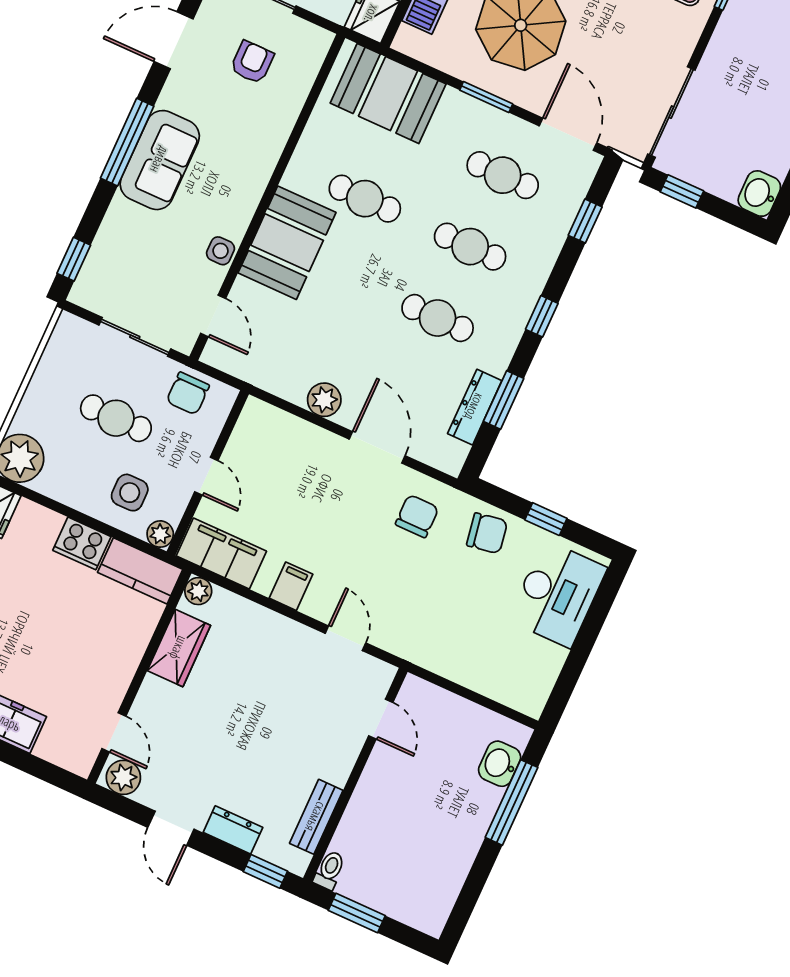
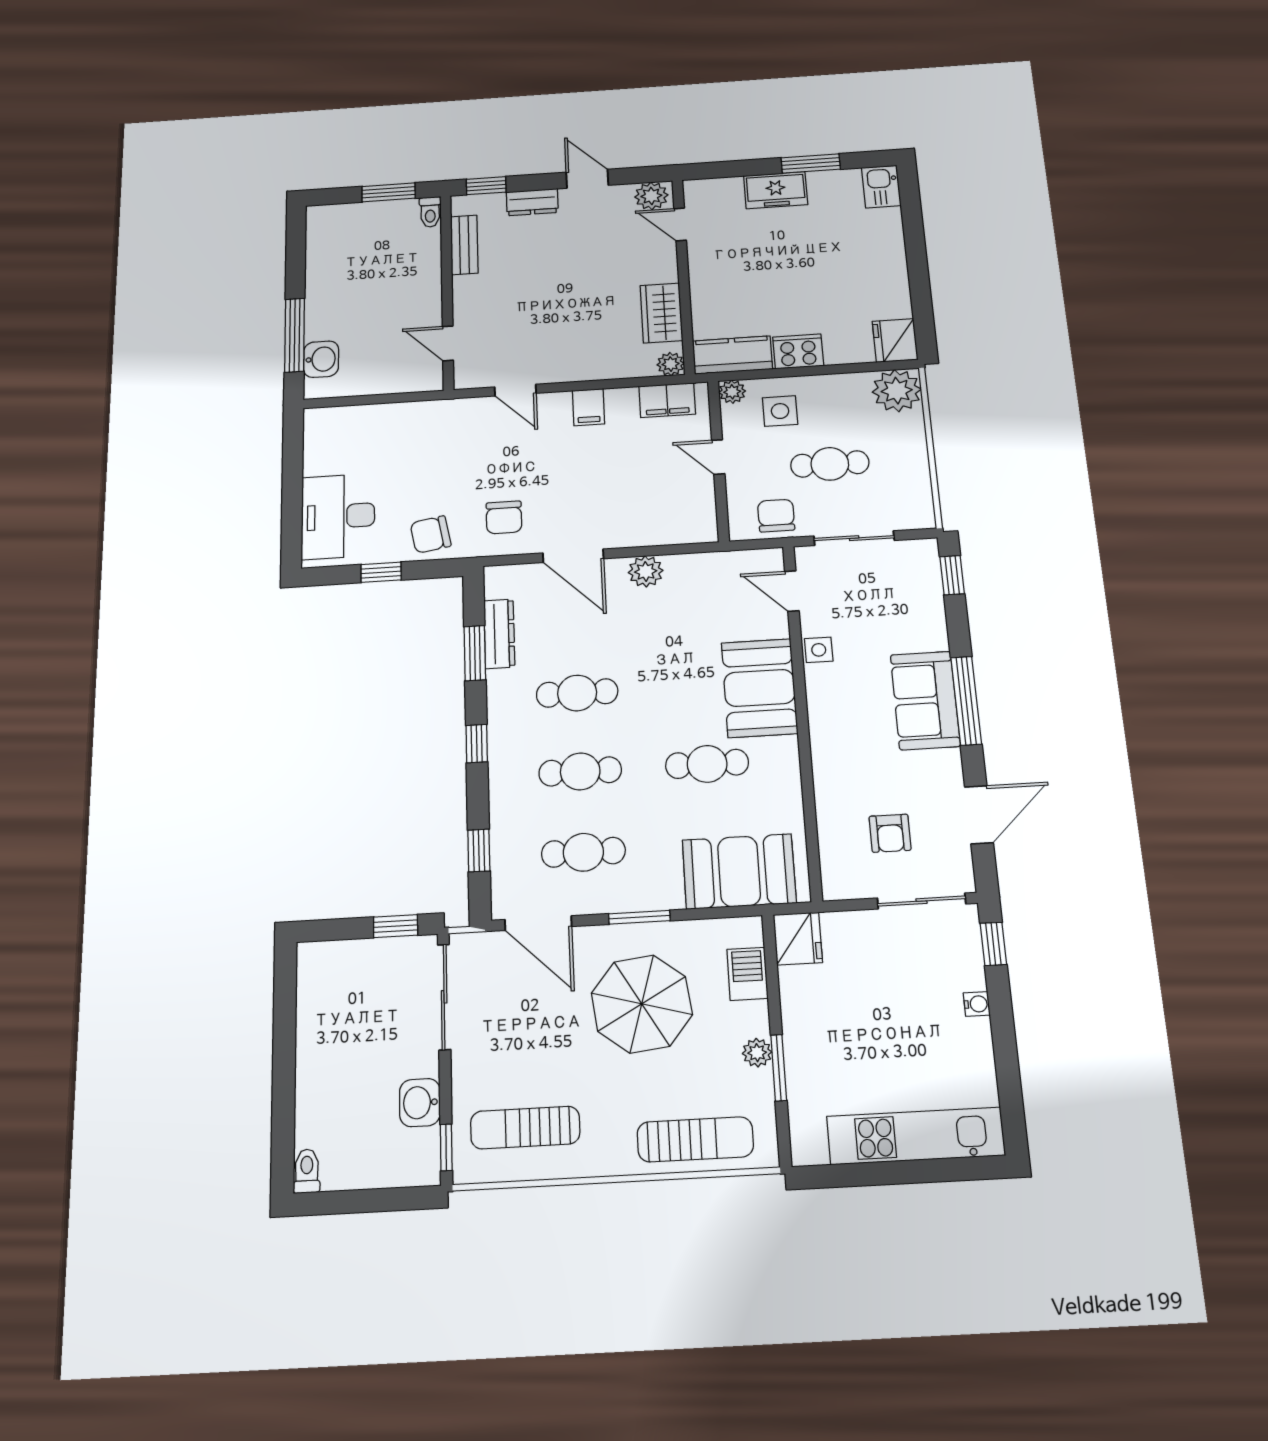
washbasin: (759, 194) -> (420, 1103), moved, turned 180
filing cabinet: (221, 554) -> (667, 400), width x0.67, depth x0.86

